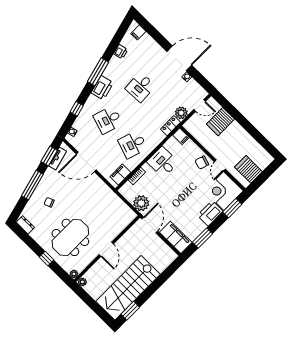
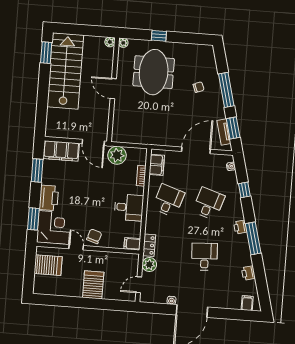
printer: (102, 88) -> (240, 227), width x0.53, depth x0.68
server rack: (220, 122) -> (93, 285), moved
dresser: (25, 225) -> (203, 50), removed

